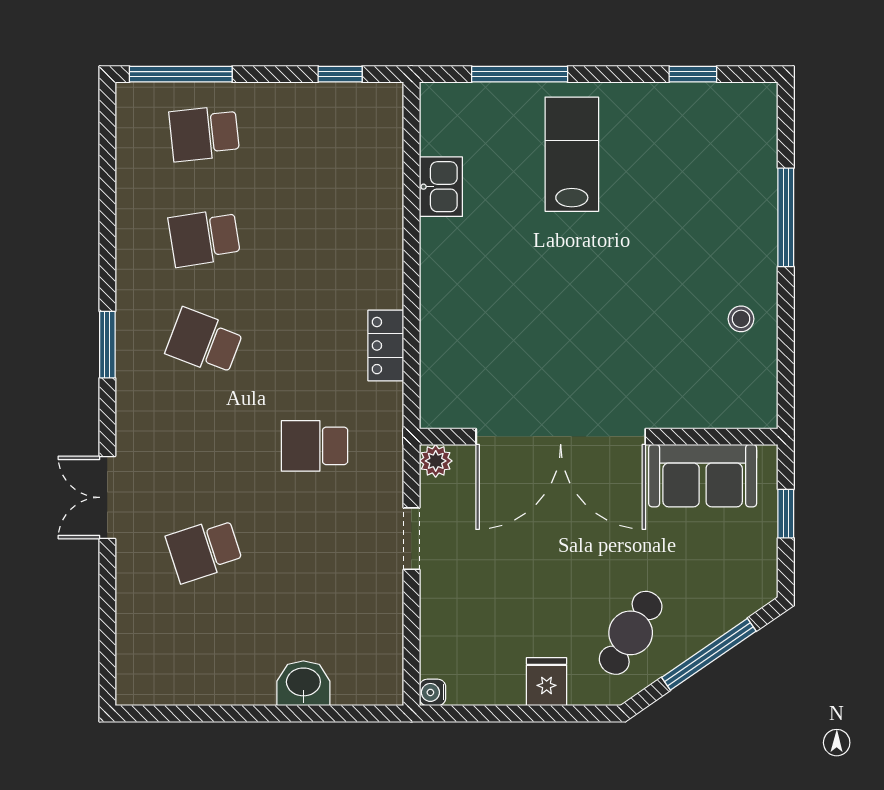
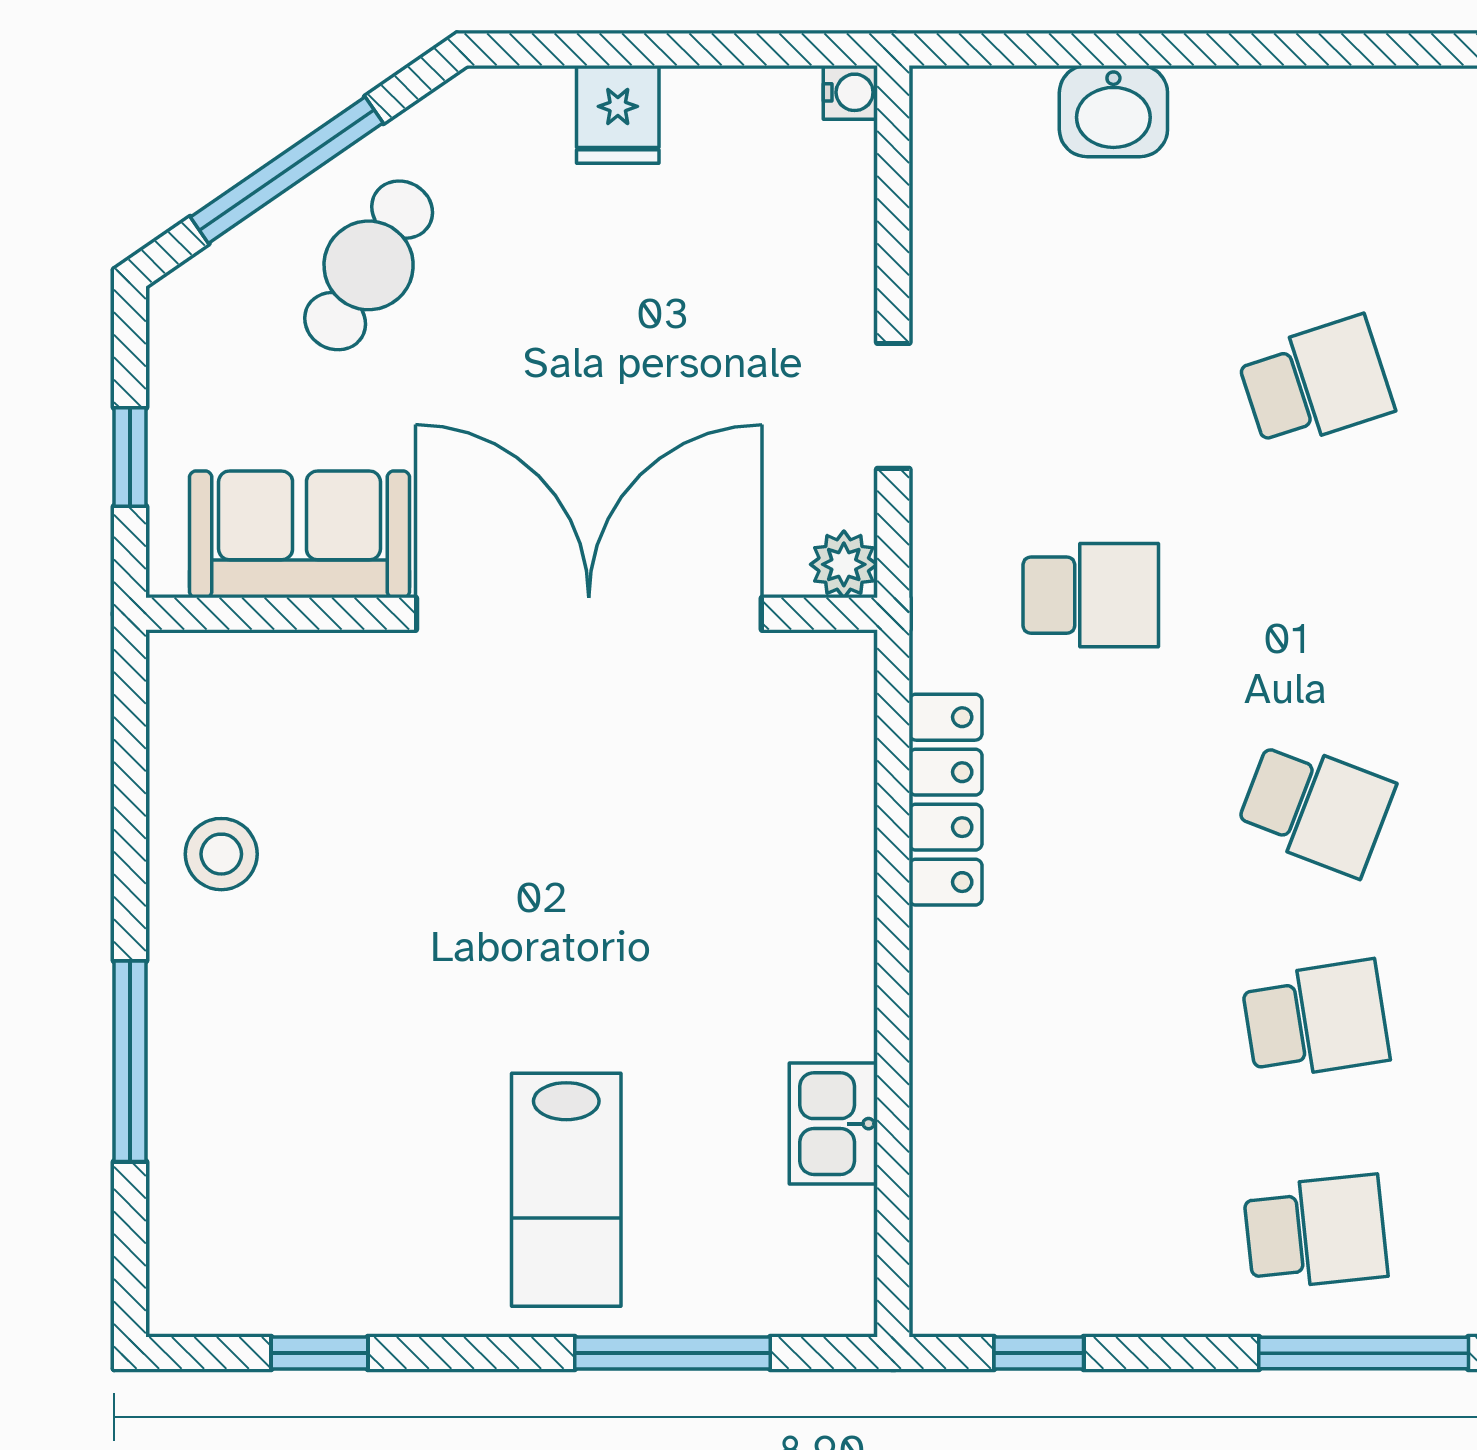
stool: (741, 319) -> (221, 854), width x1.37, depth x1.37
locker: (386, 346) -> (945, 800), width x1.53
cafe table: (631, 633) -> (369, 265), moved

